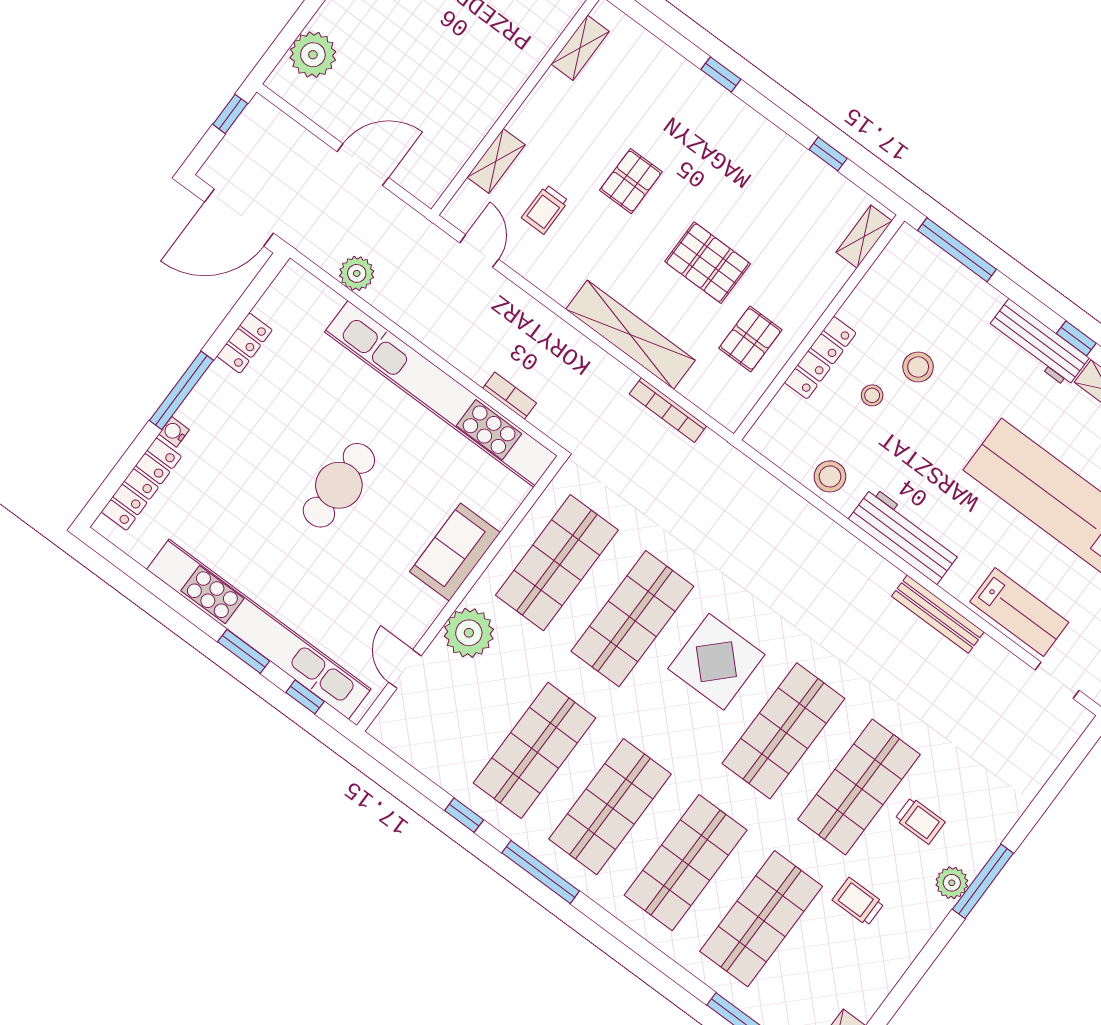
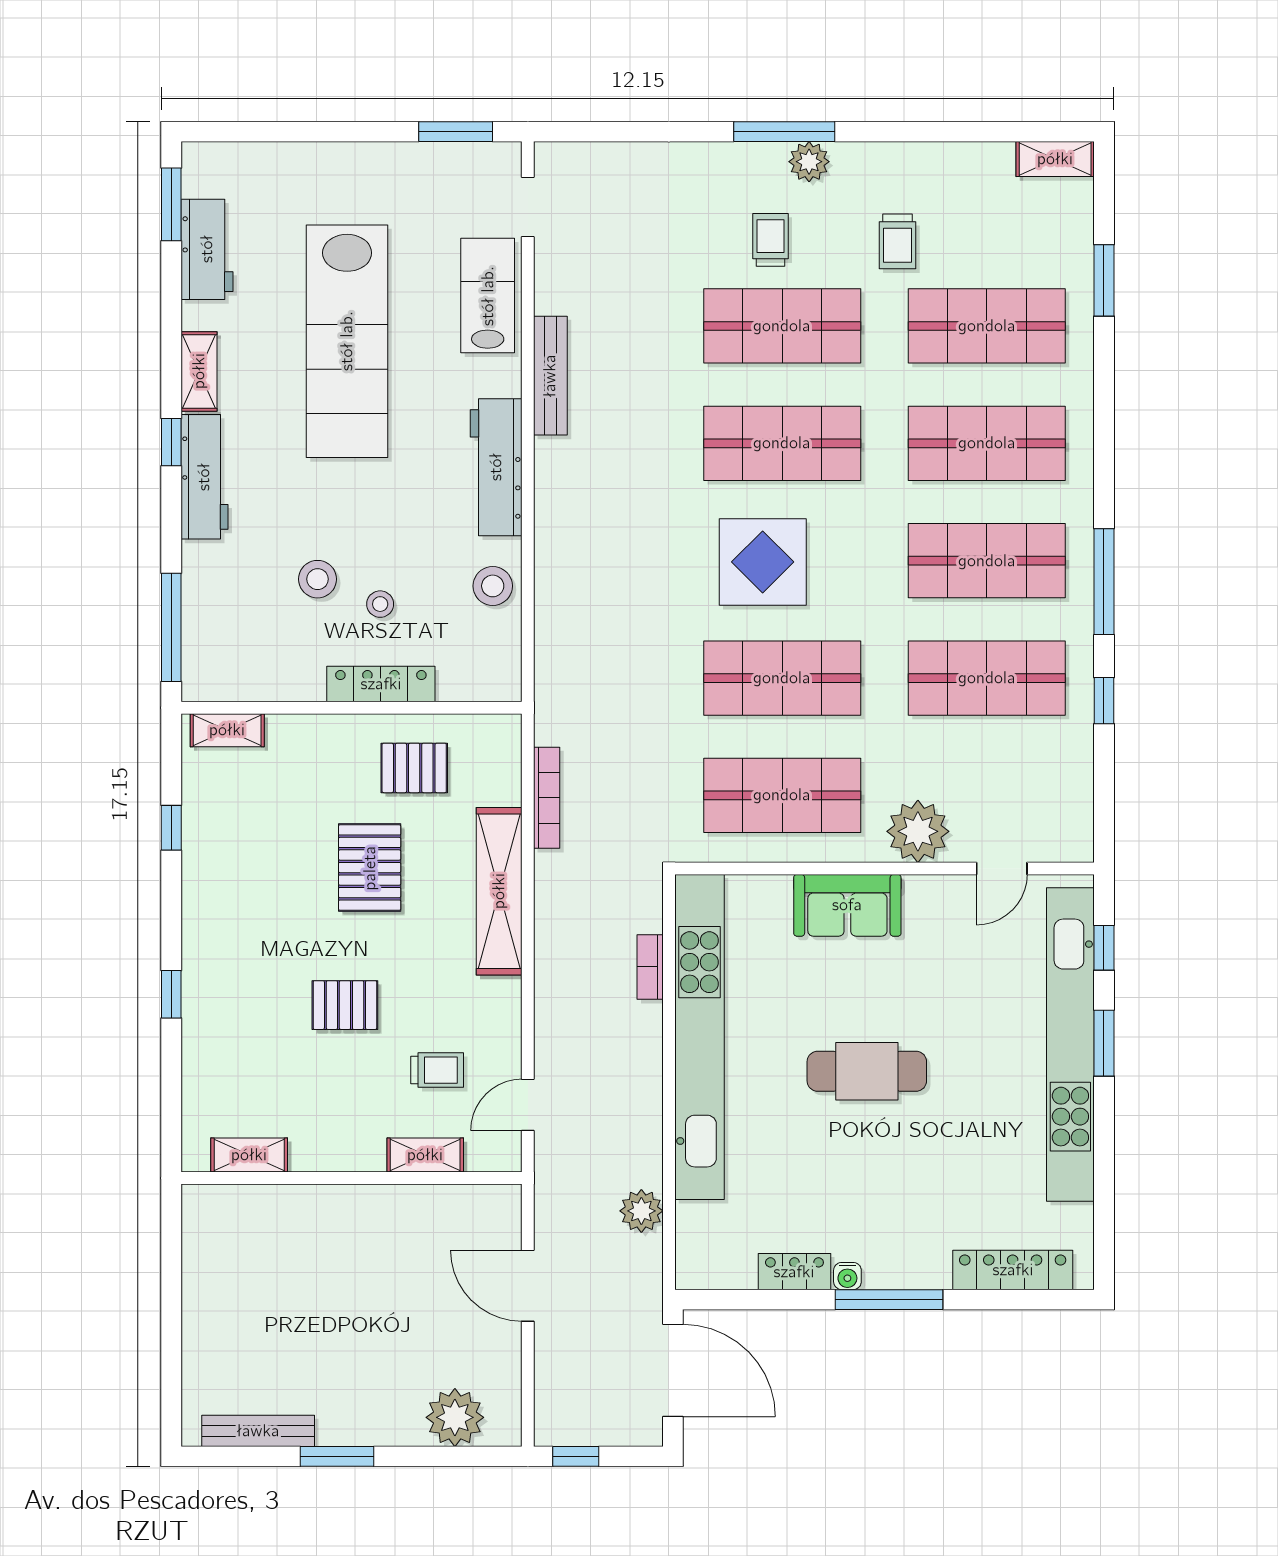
water cooler: (174, 432) -> (847, 1276), moved

